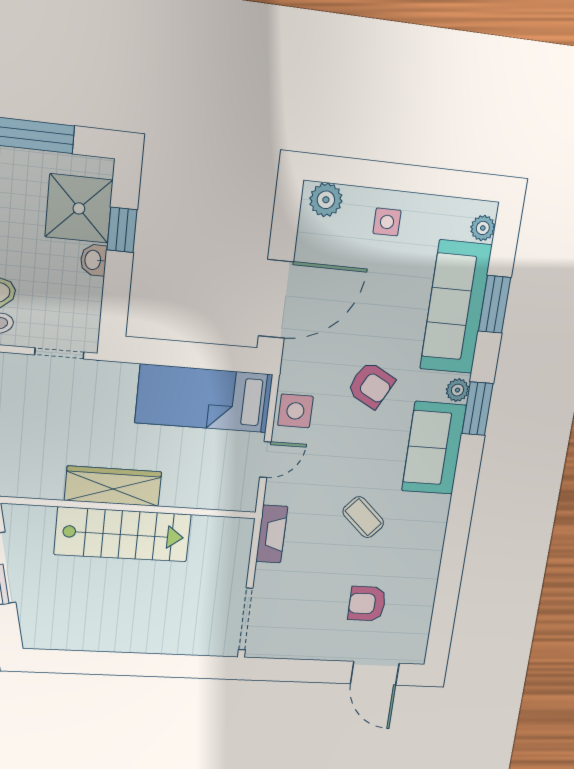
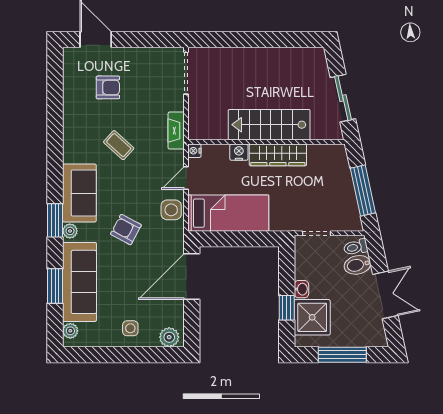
nightstand: (176, 495) -> (239, 152), added
nightstand: (247, 501) -> (194, 151), added

